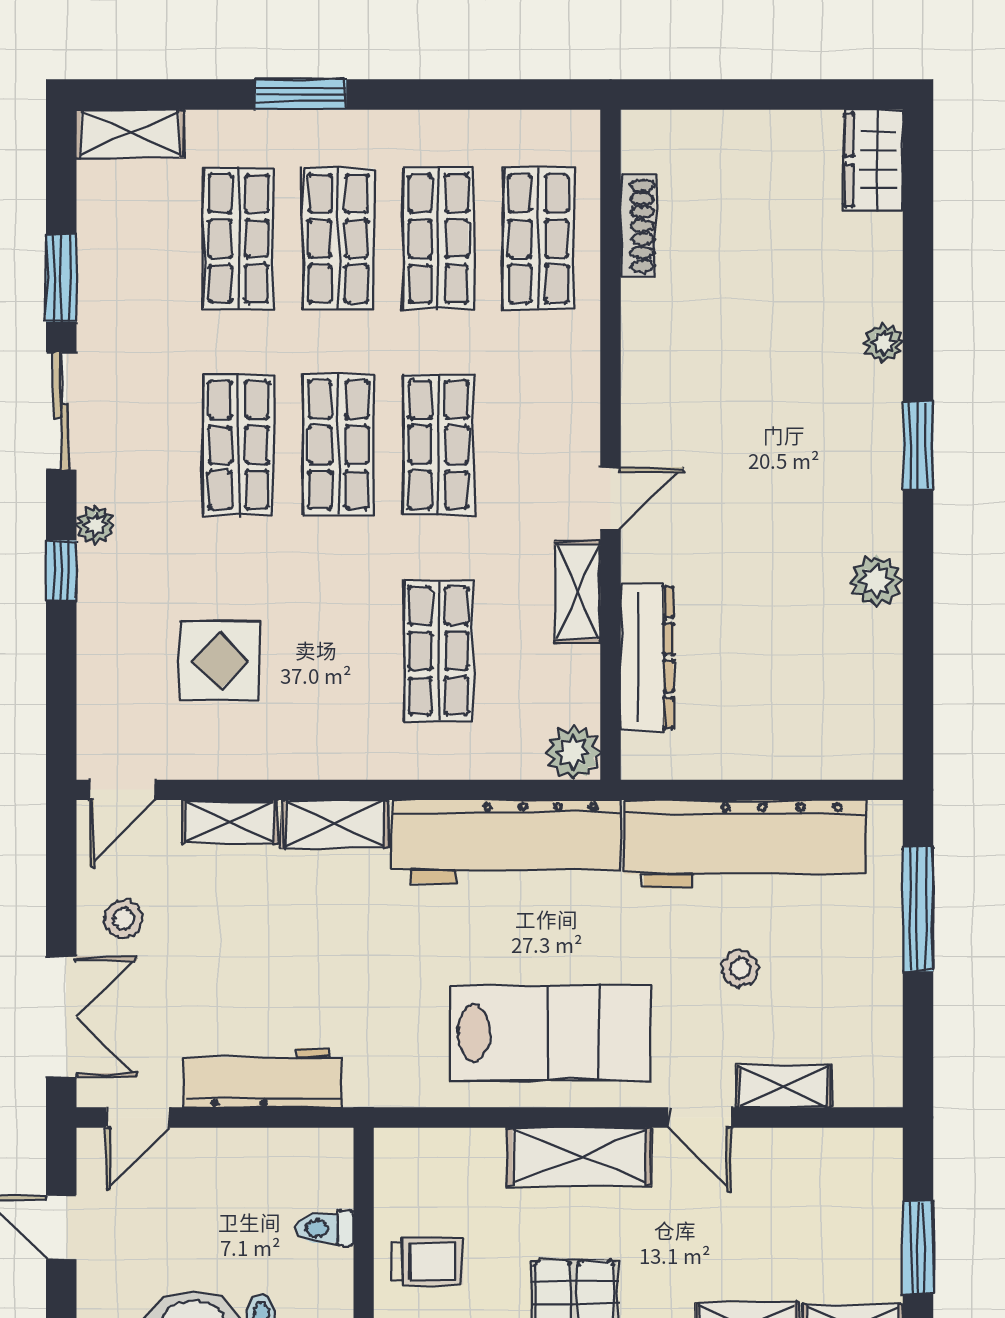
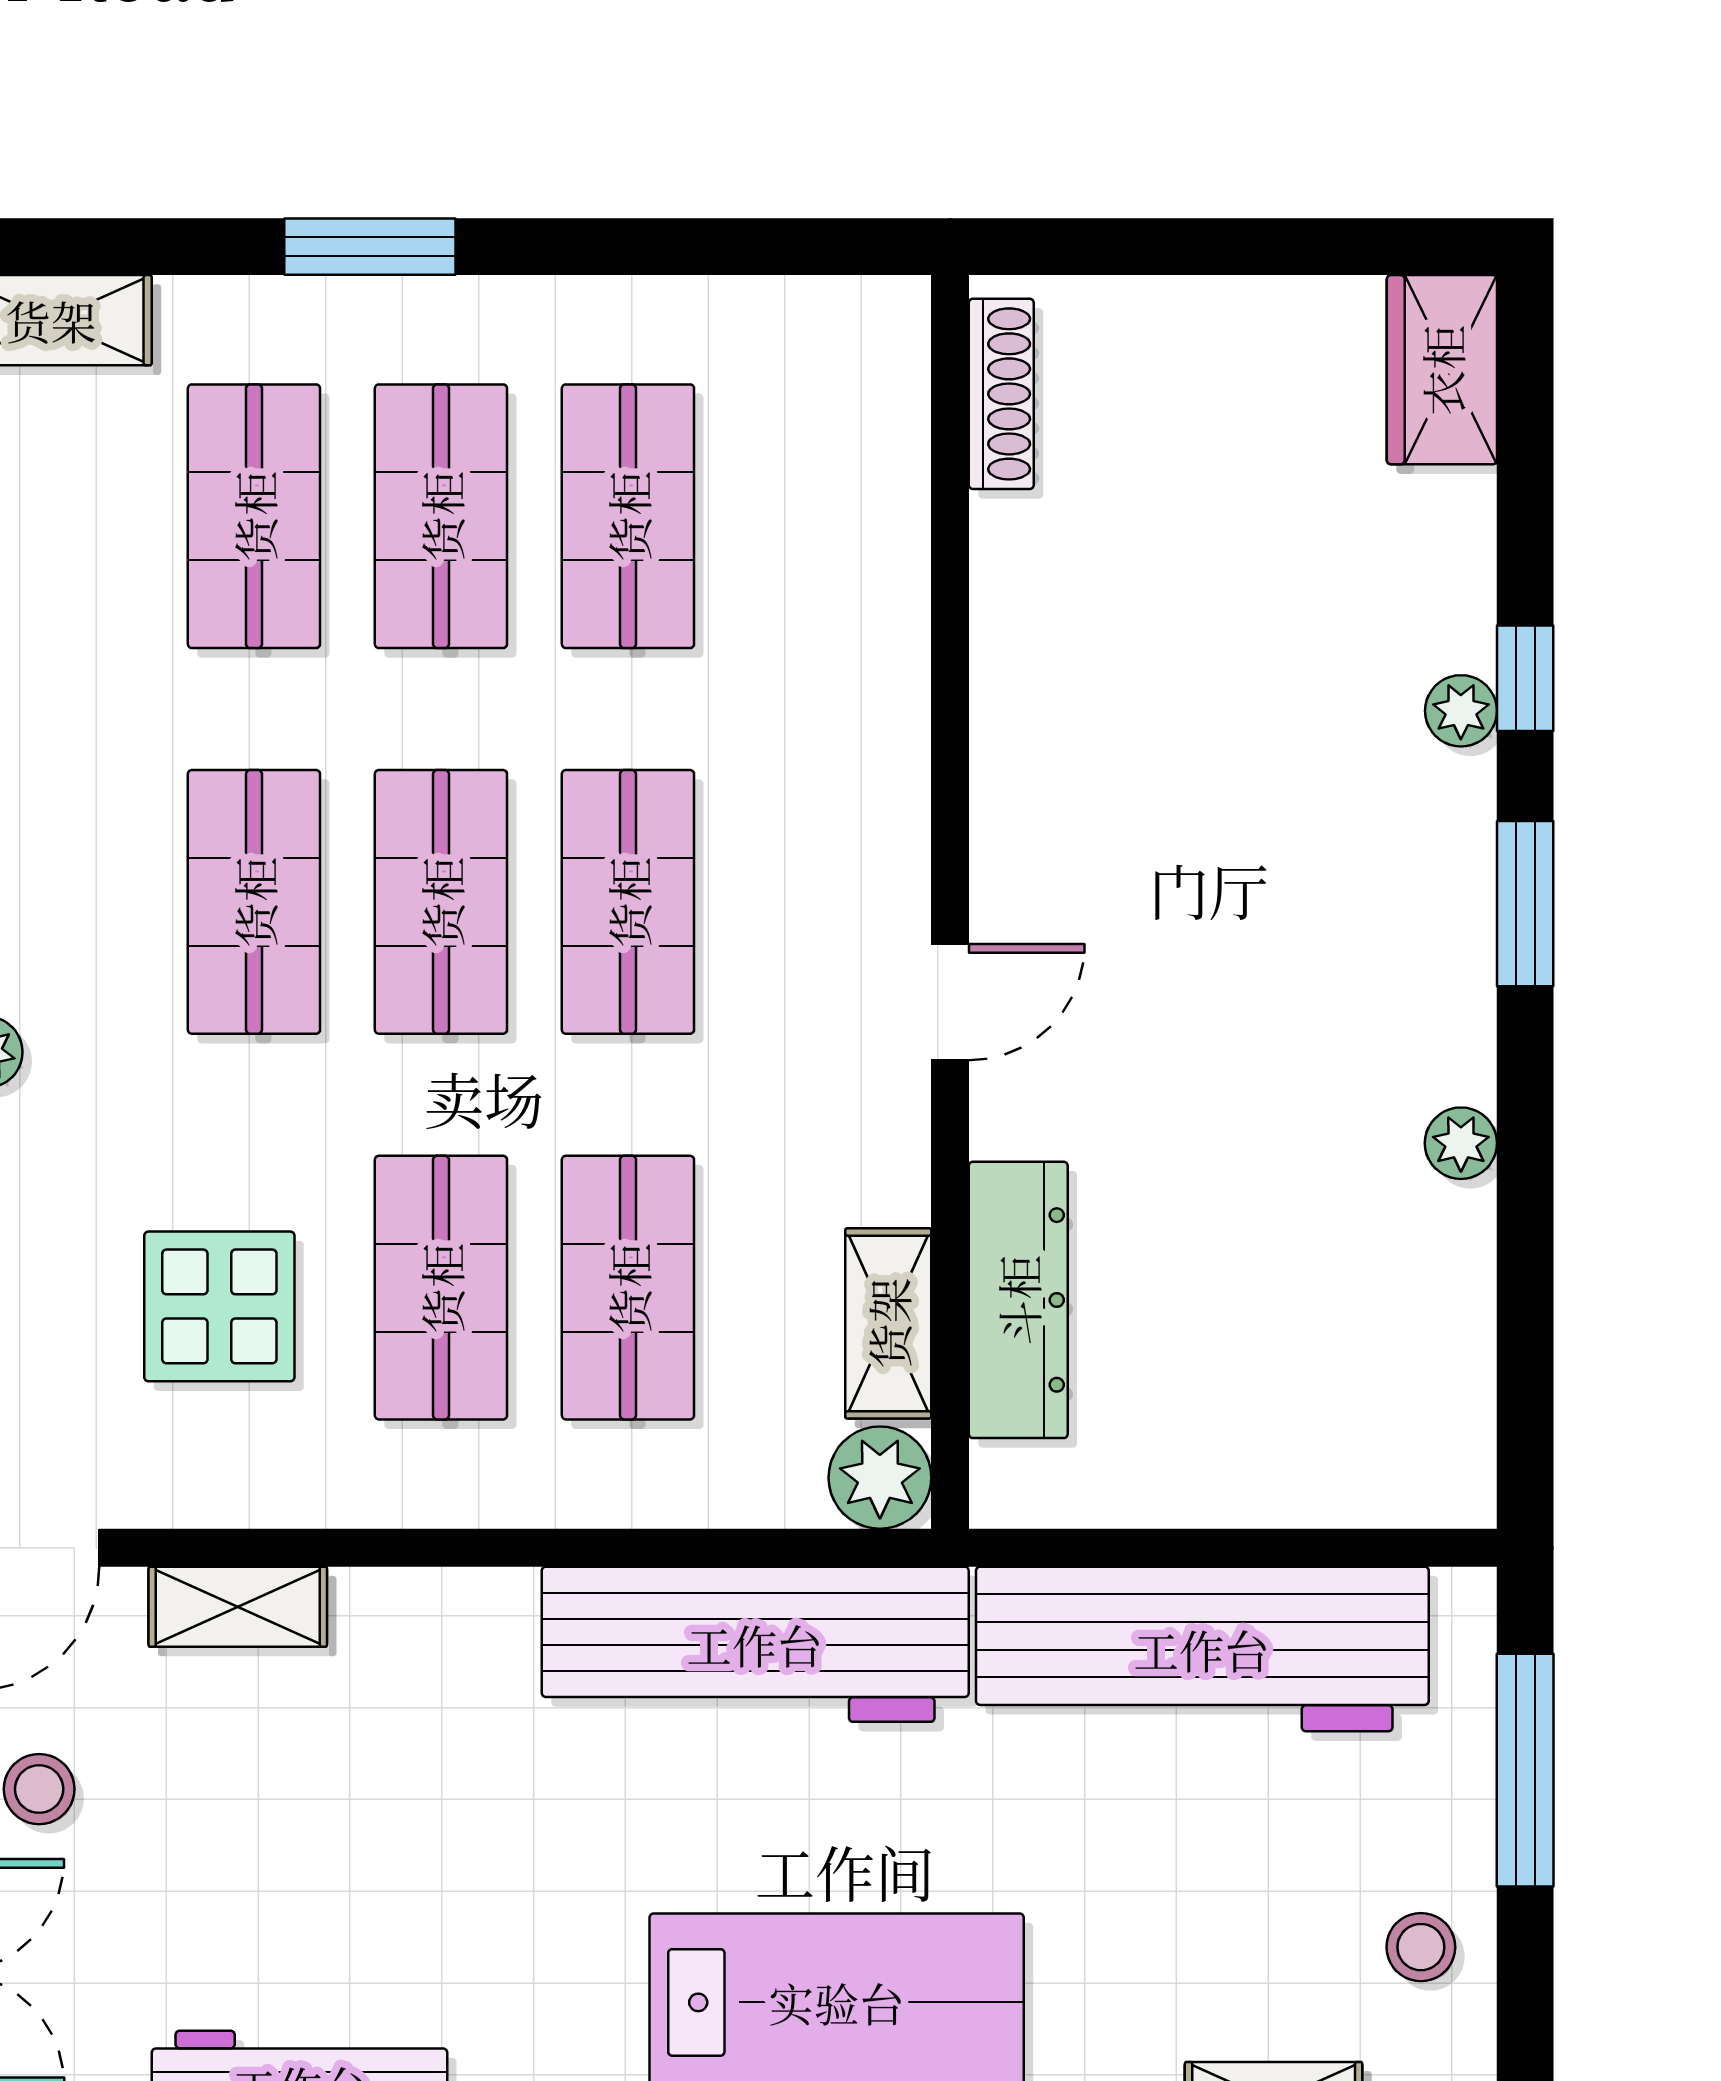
shoe rack: (638, 226) -> (1001, 394), moved
shop shelf: (538, 239) -> (441, 1288), moved
window: (918, 325) -> (1525, 678), added
plant: (876, 581) -> (1461, 1143), width x0.73, depth x0.73
shelving: (578, 592) -> (888, 1323), moved
shelving: (335, 824) -> (434, 1611), removed
stool: (740, 969) -> (1421, 1947), moved

